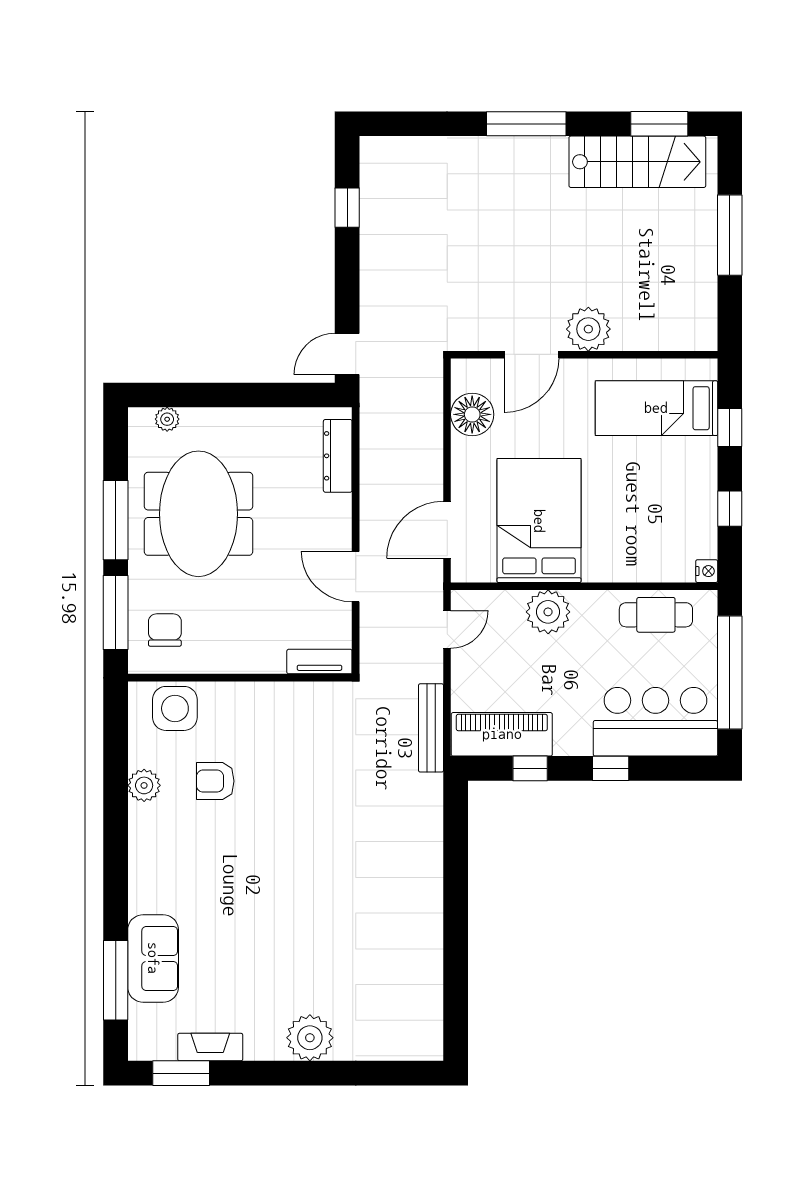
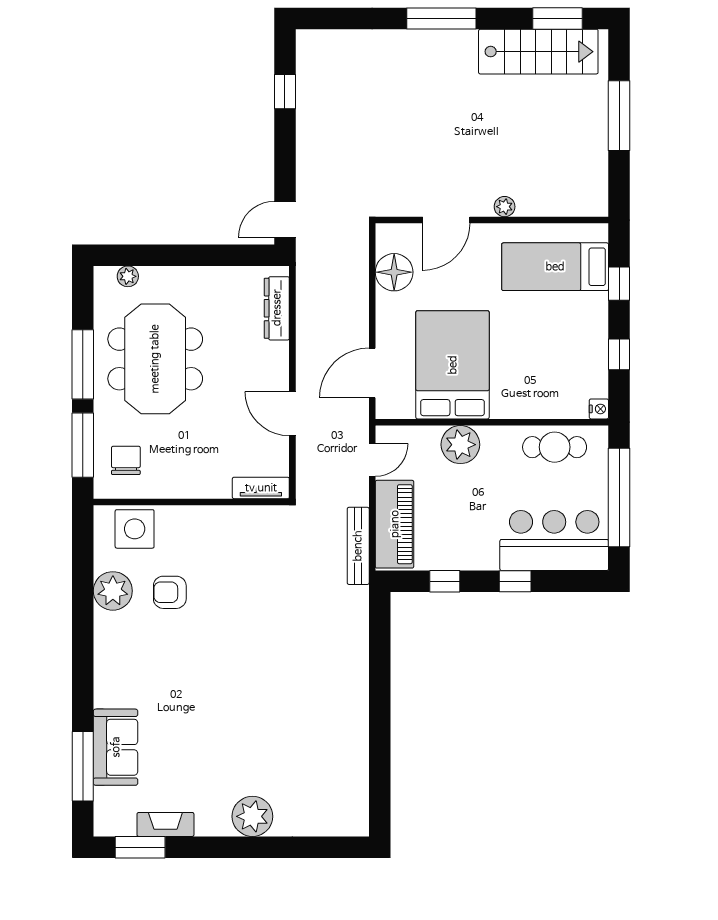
plant: (588, 329) -> (505, 207), width x0.53, depth x0.53
piano: (502, 734) -> (395, 524), moved, turned 90
plant: (144, 785) -> (113, 591), width x1.36, depth x1.36

